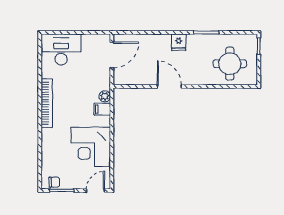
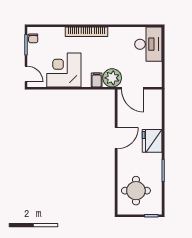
fridge: (179, 42) -> (152, 141), width x1.88, depth x1.34
door: (112, 55) -> (133, 88), moved
plant: (105, 96) -> (112, 78), width x1.88, depth x1.88
bookcase: (47, 103) -> (87, 32), moved

